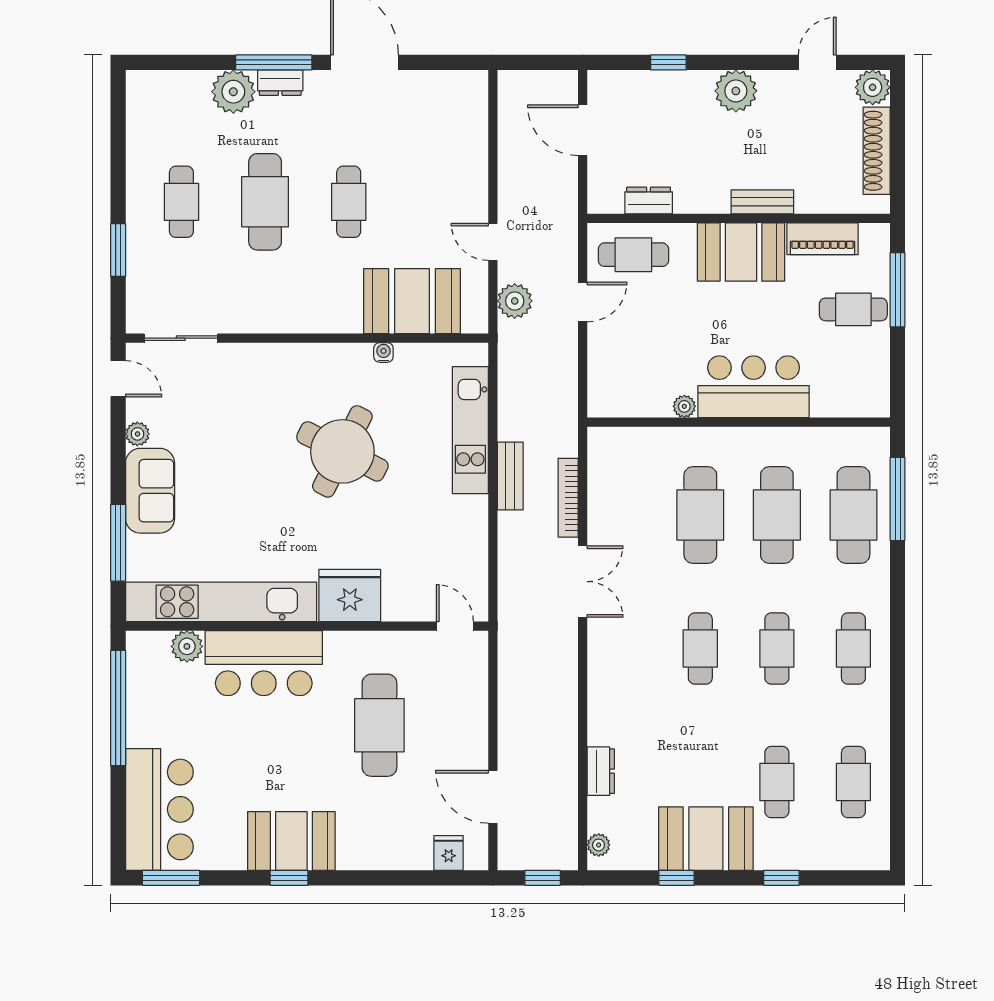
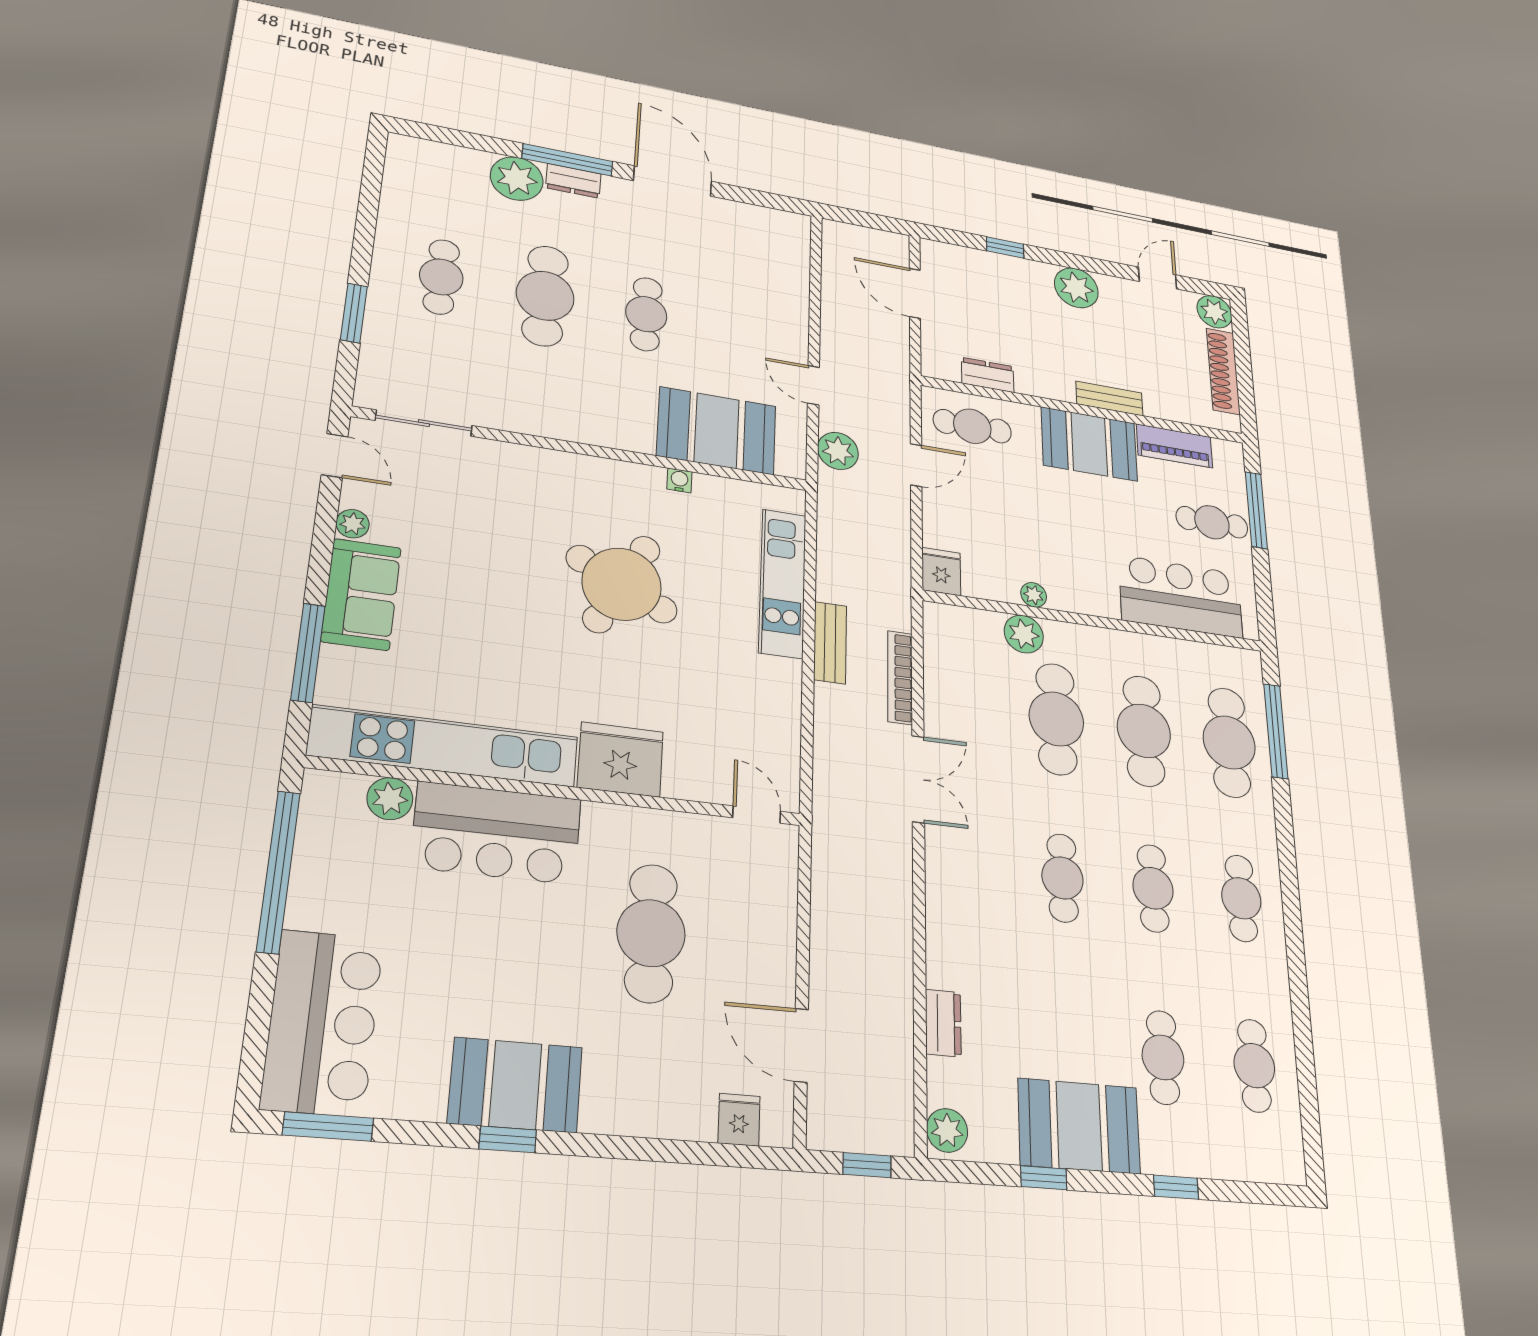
bar counter: (754, 387) -> (1181, 597), moved
fridge: (604, 398) -> (941, 571), added
plant: (674, 444) -> (1024, 634), added
plant: (599, 845) -> (947, 1130), width x1.38, depth x1.38

